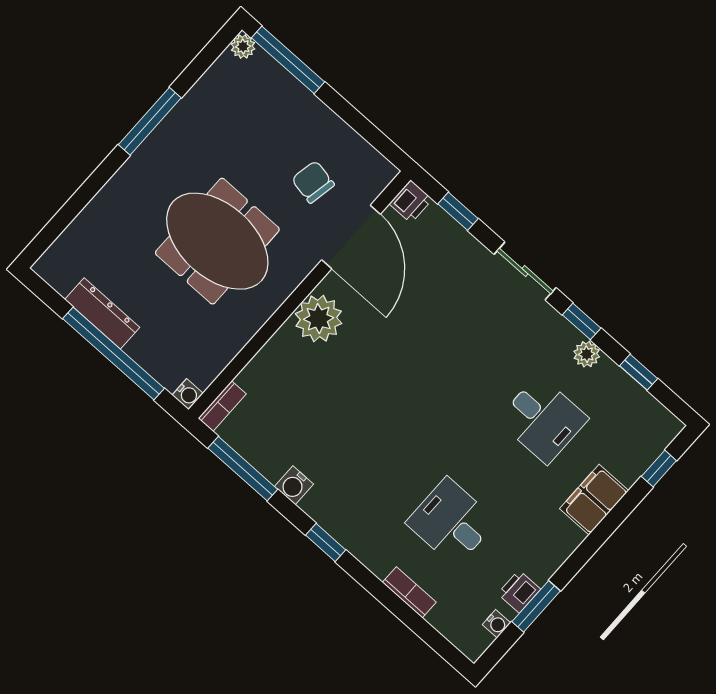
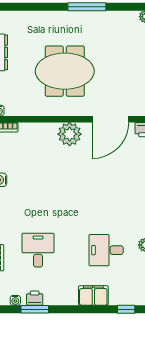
chair: (313, 182) -> (118, 87), removed
meeting table: (217, 241) -> (65, 71), turned 90
desk: (543, 419) -> (106, 250), turned 90

